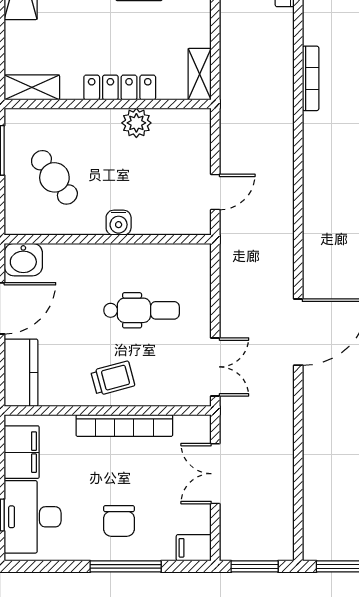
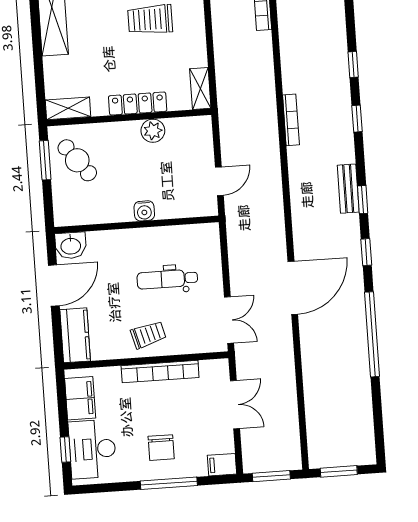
bookcase: (311, 78) -> (291, 120), moved
cafe table: (54, 177) -> (77, 160), moved
dental chair: (142, 310) -> (167, 279), turned 180
double door: (215, 474) -> (235, 405), swing flipped

